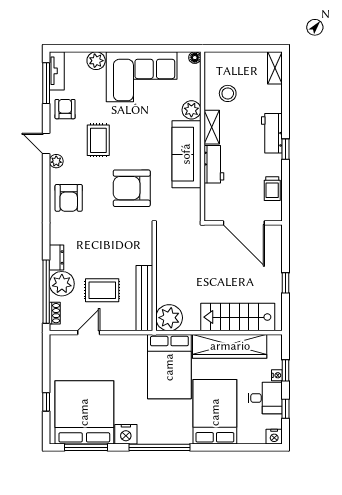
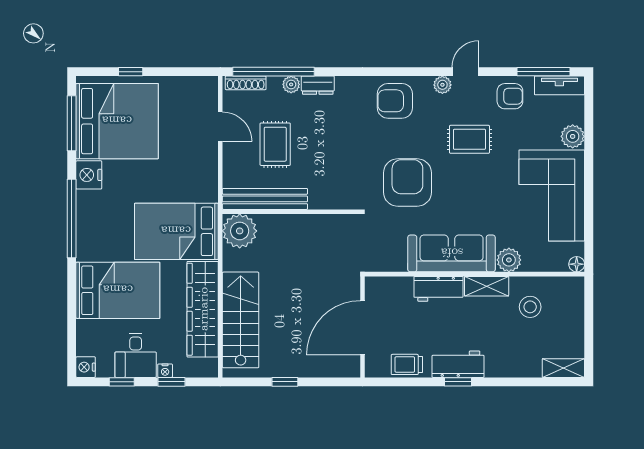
workbench: (272, 133) -> (458, 364), moved
plant: (62, 284) -> (291, 84), width x0.53, depth x0.53
shoe rack: (55, 313) -> (246, 83), width x1.43

